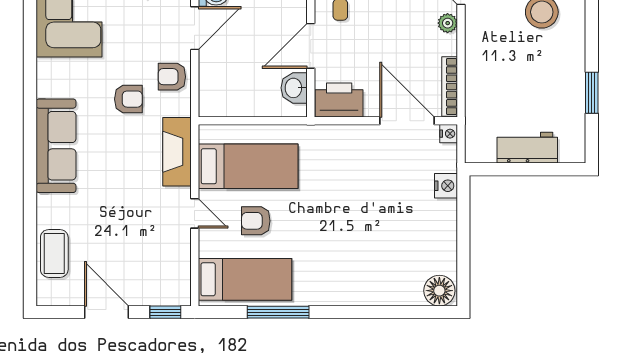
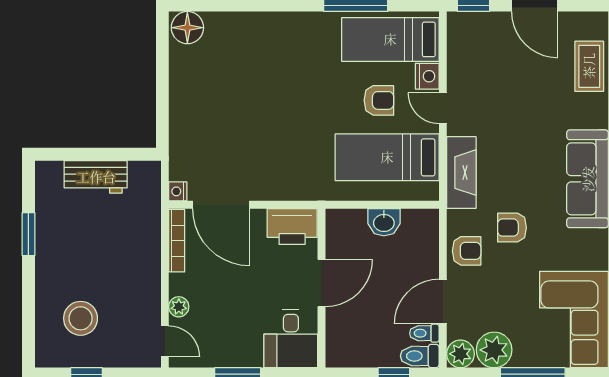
washbasin: (294, 88) -> (384, 222), moved, turned 90
nightstand: (446, 186) -> (427, 76), moved, turned 180

